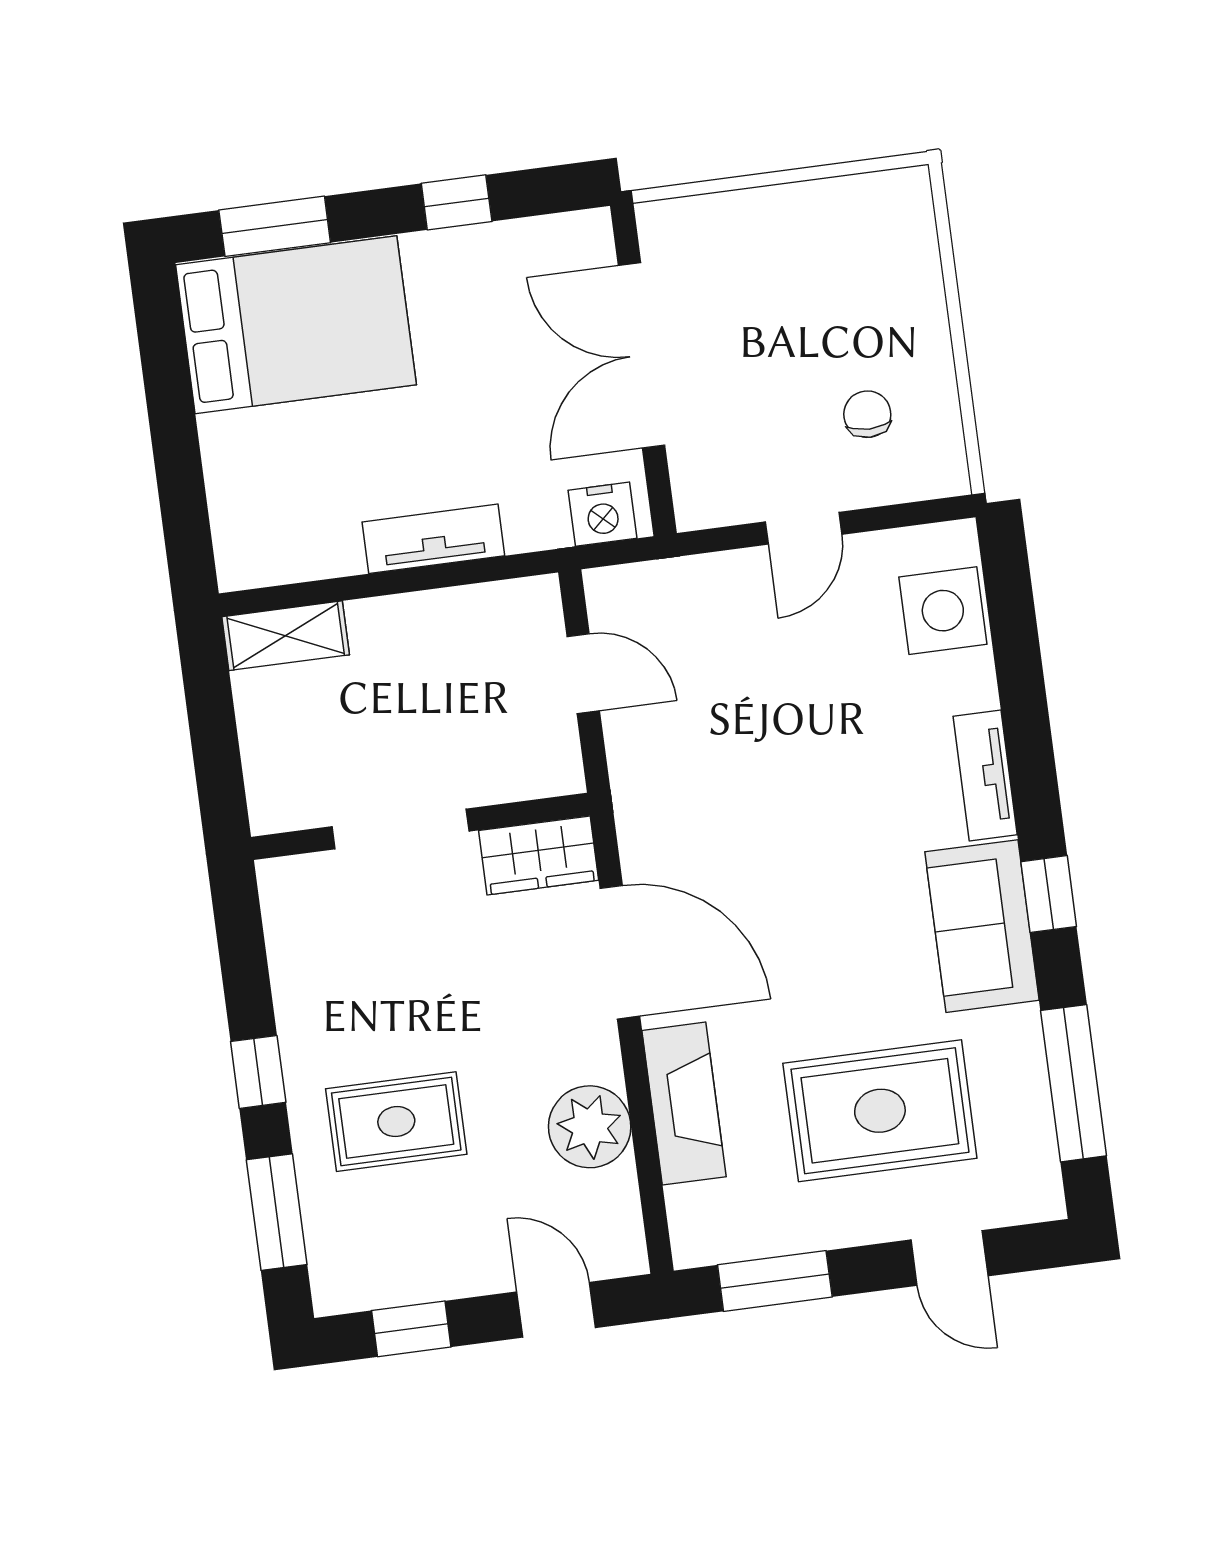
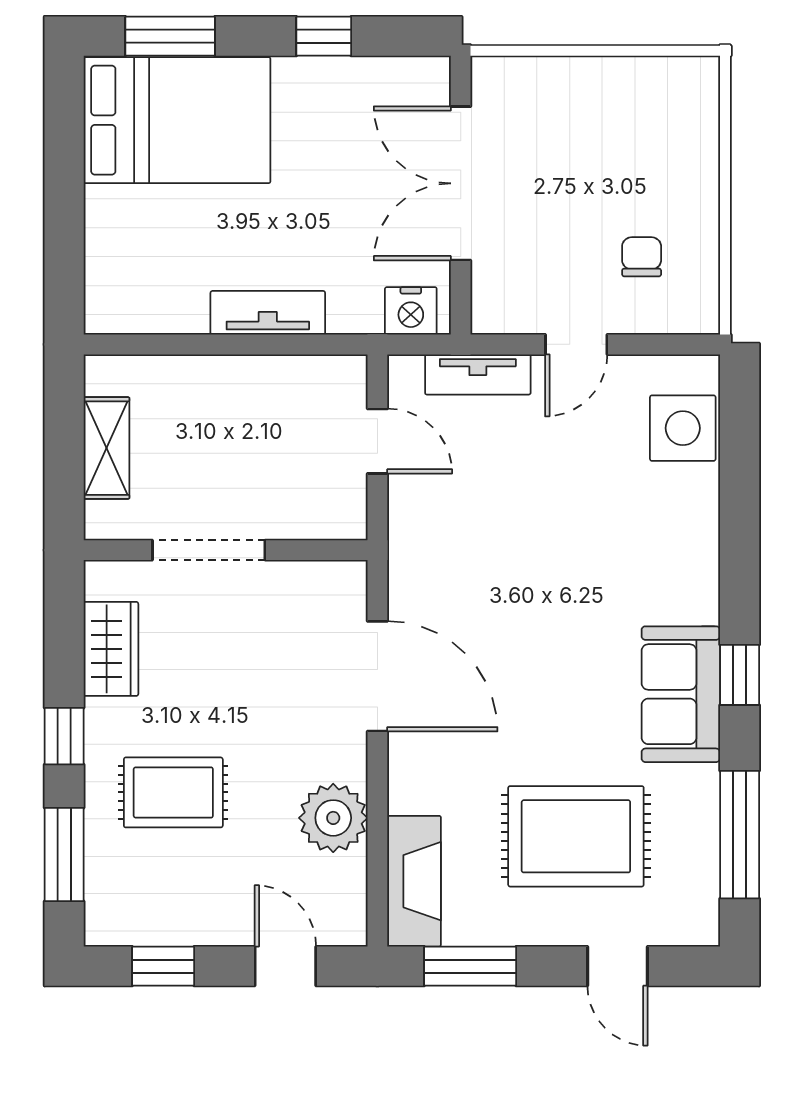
shelving: (286, 636) -> (107, 448), moved, turned 90
tv unit: (985, 775) -> (478, 374), moved, turned -90
wardrobe: (539, 855) -> (111, 649), moved, turned -90
fireplace: (684, 1104) -> (414, 881), moved

